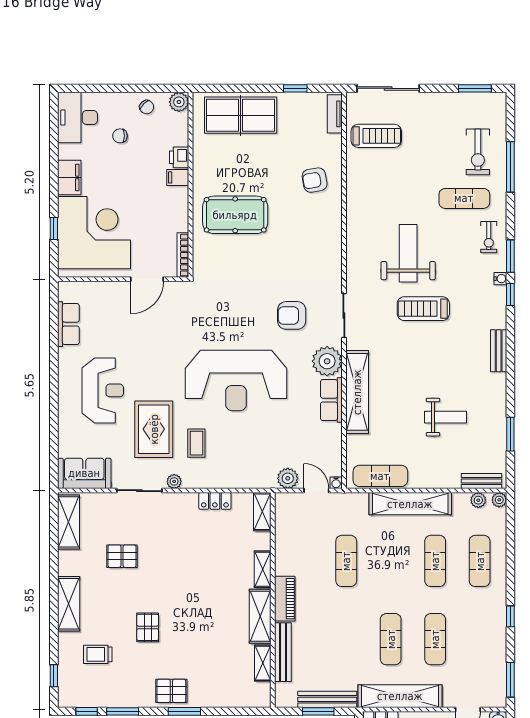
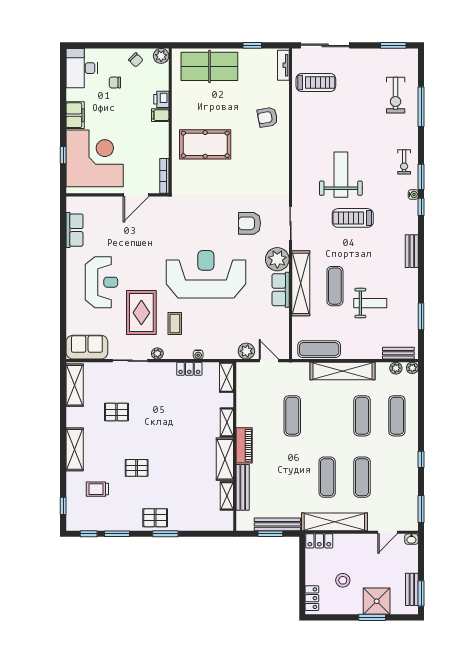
exercise mat: (464, 198) -> (335, 286), moved, turned 90
reception desk: (236, 380) -> (206, 274), turned 180
water cooler: (336, 483) -> (198, 355), moved
pallet: (148, 627) -> (137, 468), turned 90

